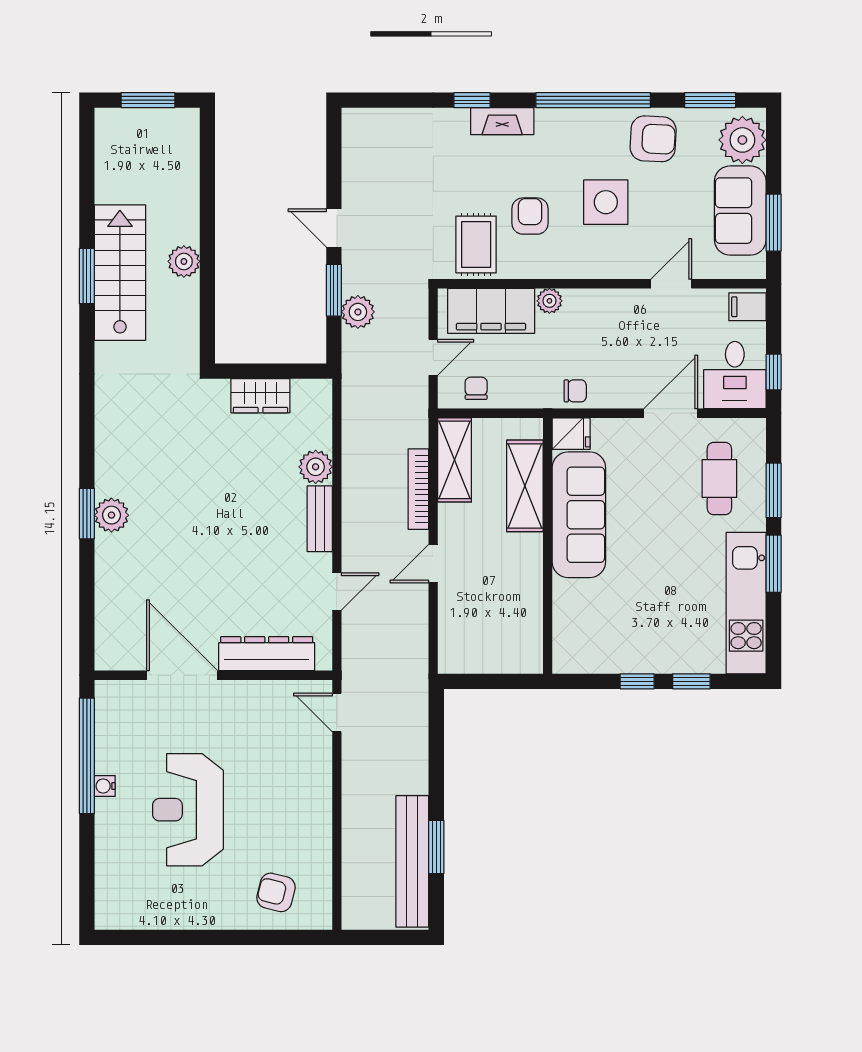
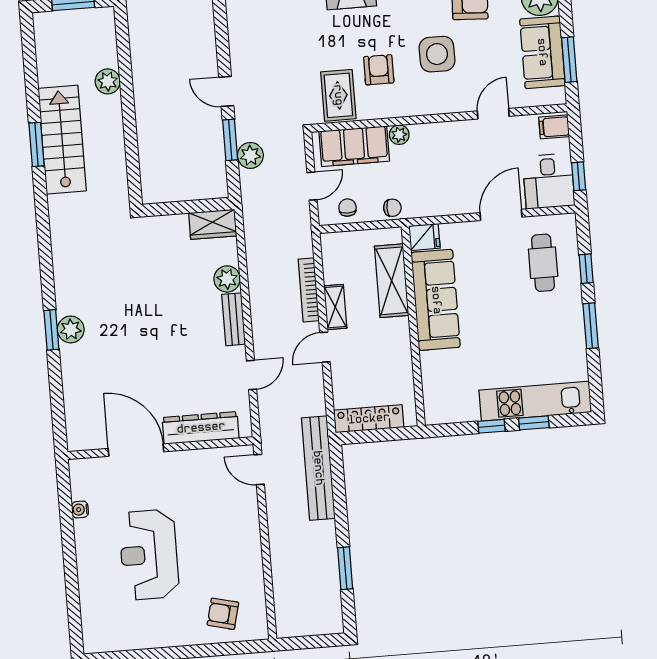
plant: (184, 261) -> (108, 81), moved
chair: (575, 391) -> (392, 208), moved
wardrobe: (260, 396) -> (213, 224), moved
shelving: (455, 460) -> (335, 307), moved, width x0.67, depth x0.75
window: (774, 490) -> (586, 269), width x0.67
kitchen unit: (746, 603) -> (535, 401), moved, turned 90
locker: (482, 659) -> (369, 419), added
window: (87, 756) -> (67, 519), removed
water cooler: (105, 786) -> (80, 509), moved
bench: (412, 861) -> (318, 468), moved

